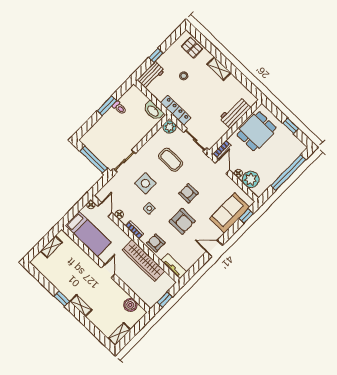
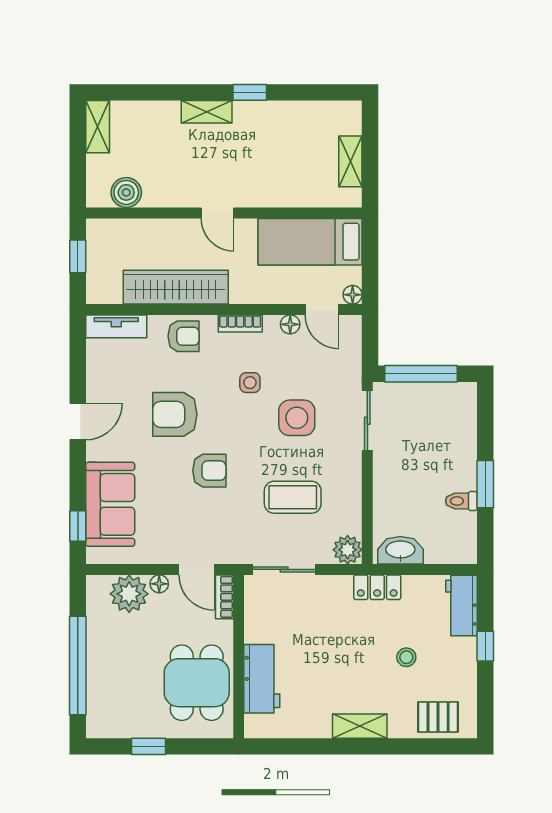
locker: (176, 110) -> (377, 587), width x0.66

